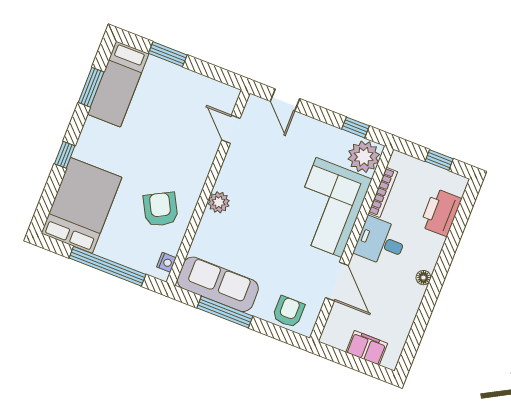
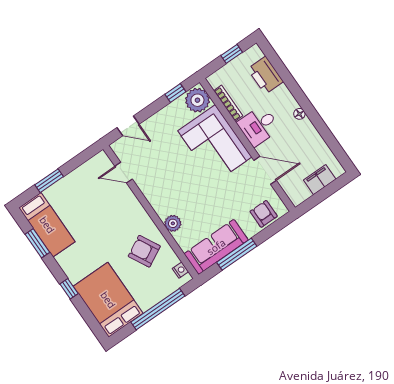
plant: (219, 202) -> (173, 223), moved

